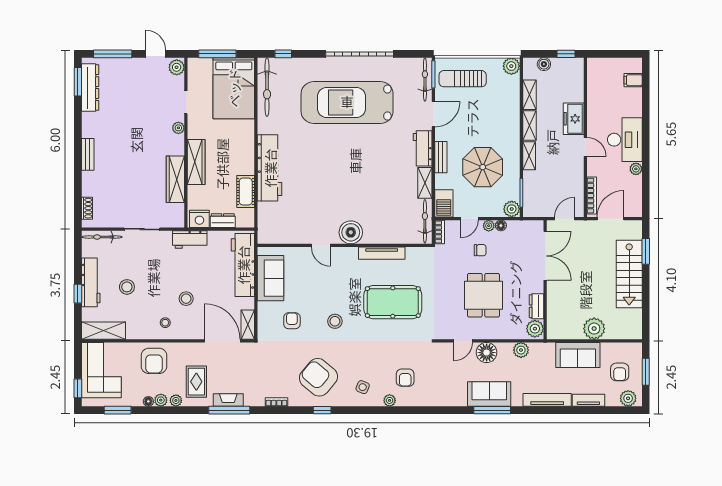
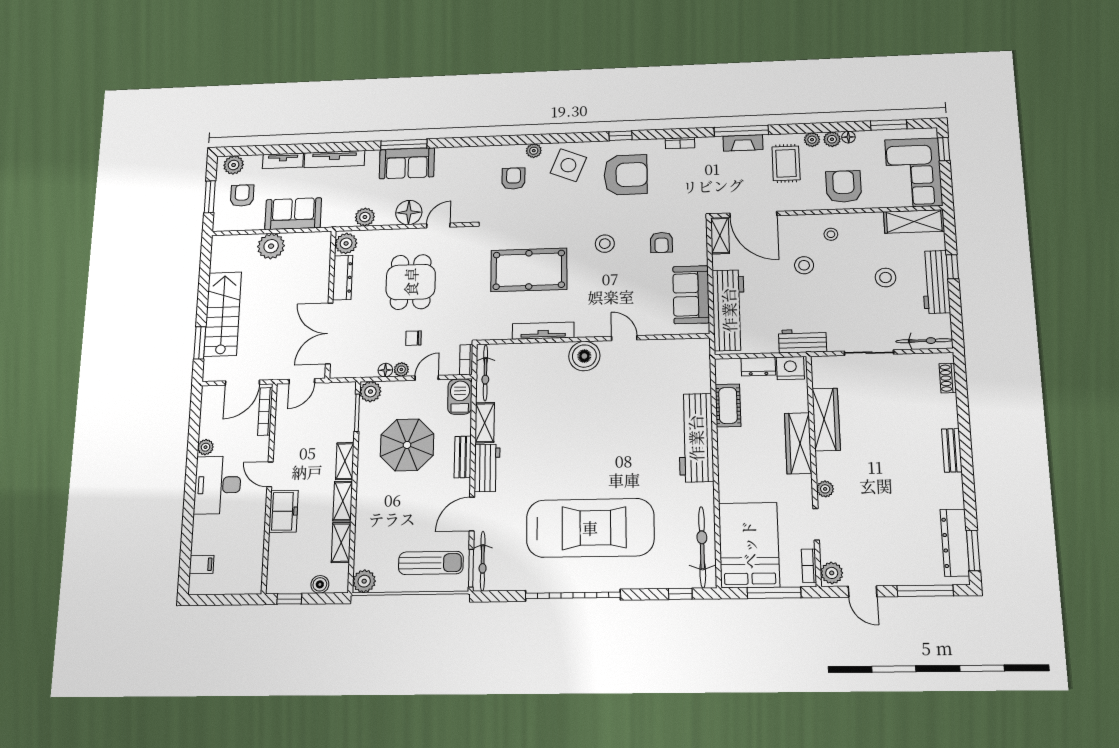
bookcase: (192, 73) -> (809, 566), added
dresser: (537, 306) -> (343, 278), width x1.44
armchair: (318, 377) -> (626, 175), turned -40
side table: (363, 387) -> (568, 165), width x1.87, depth x1.87

